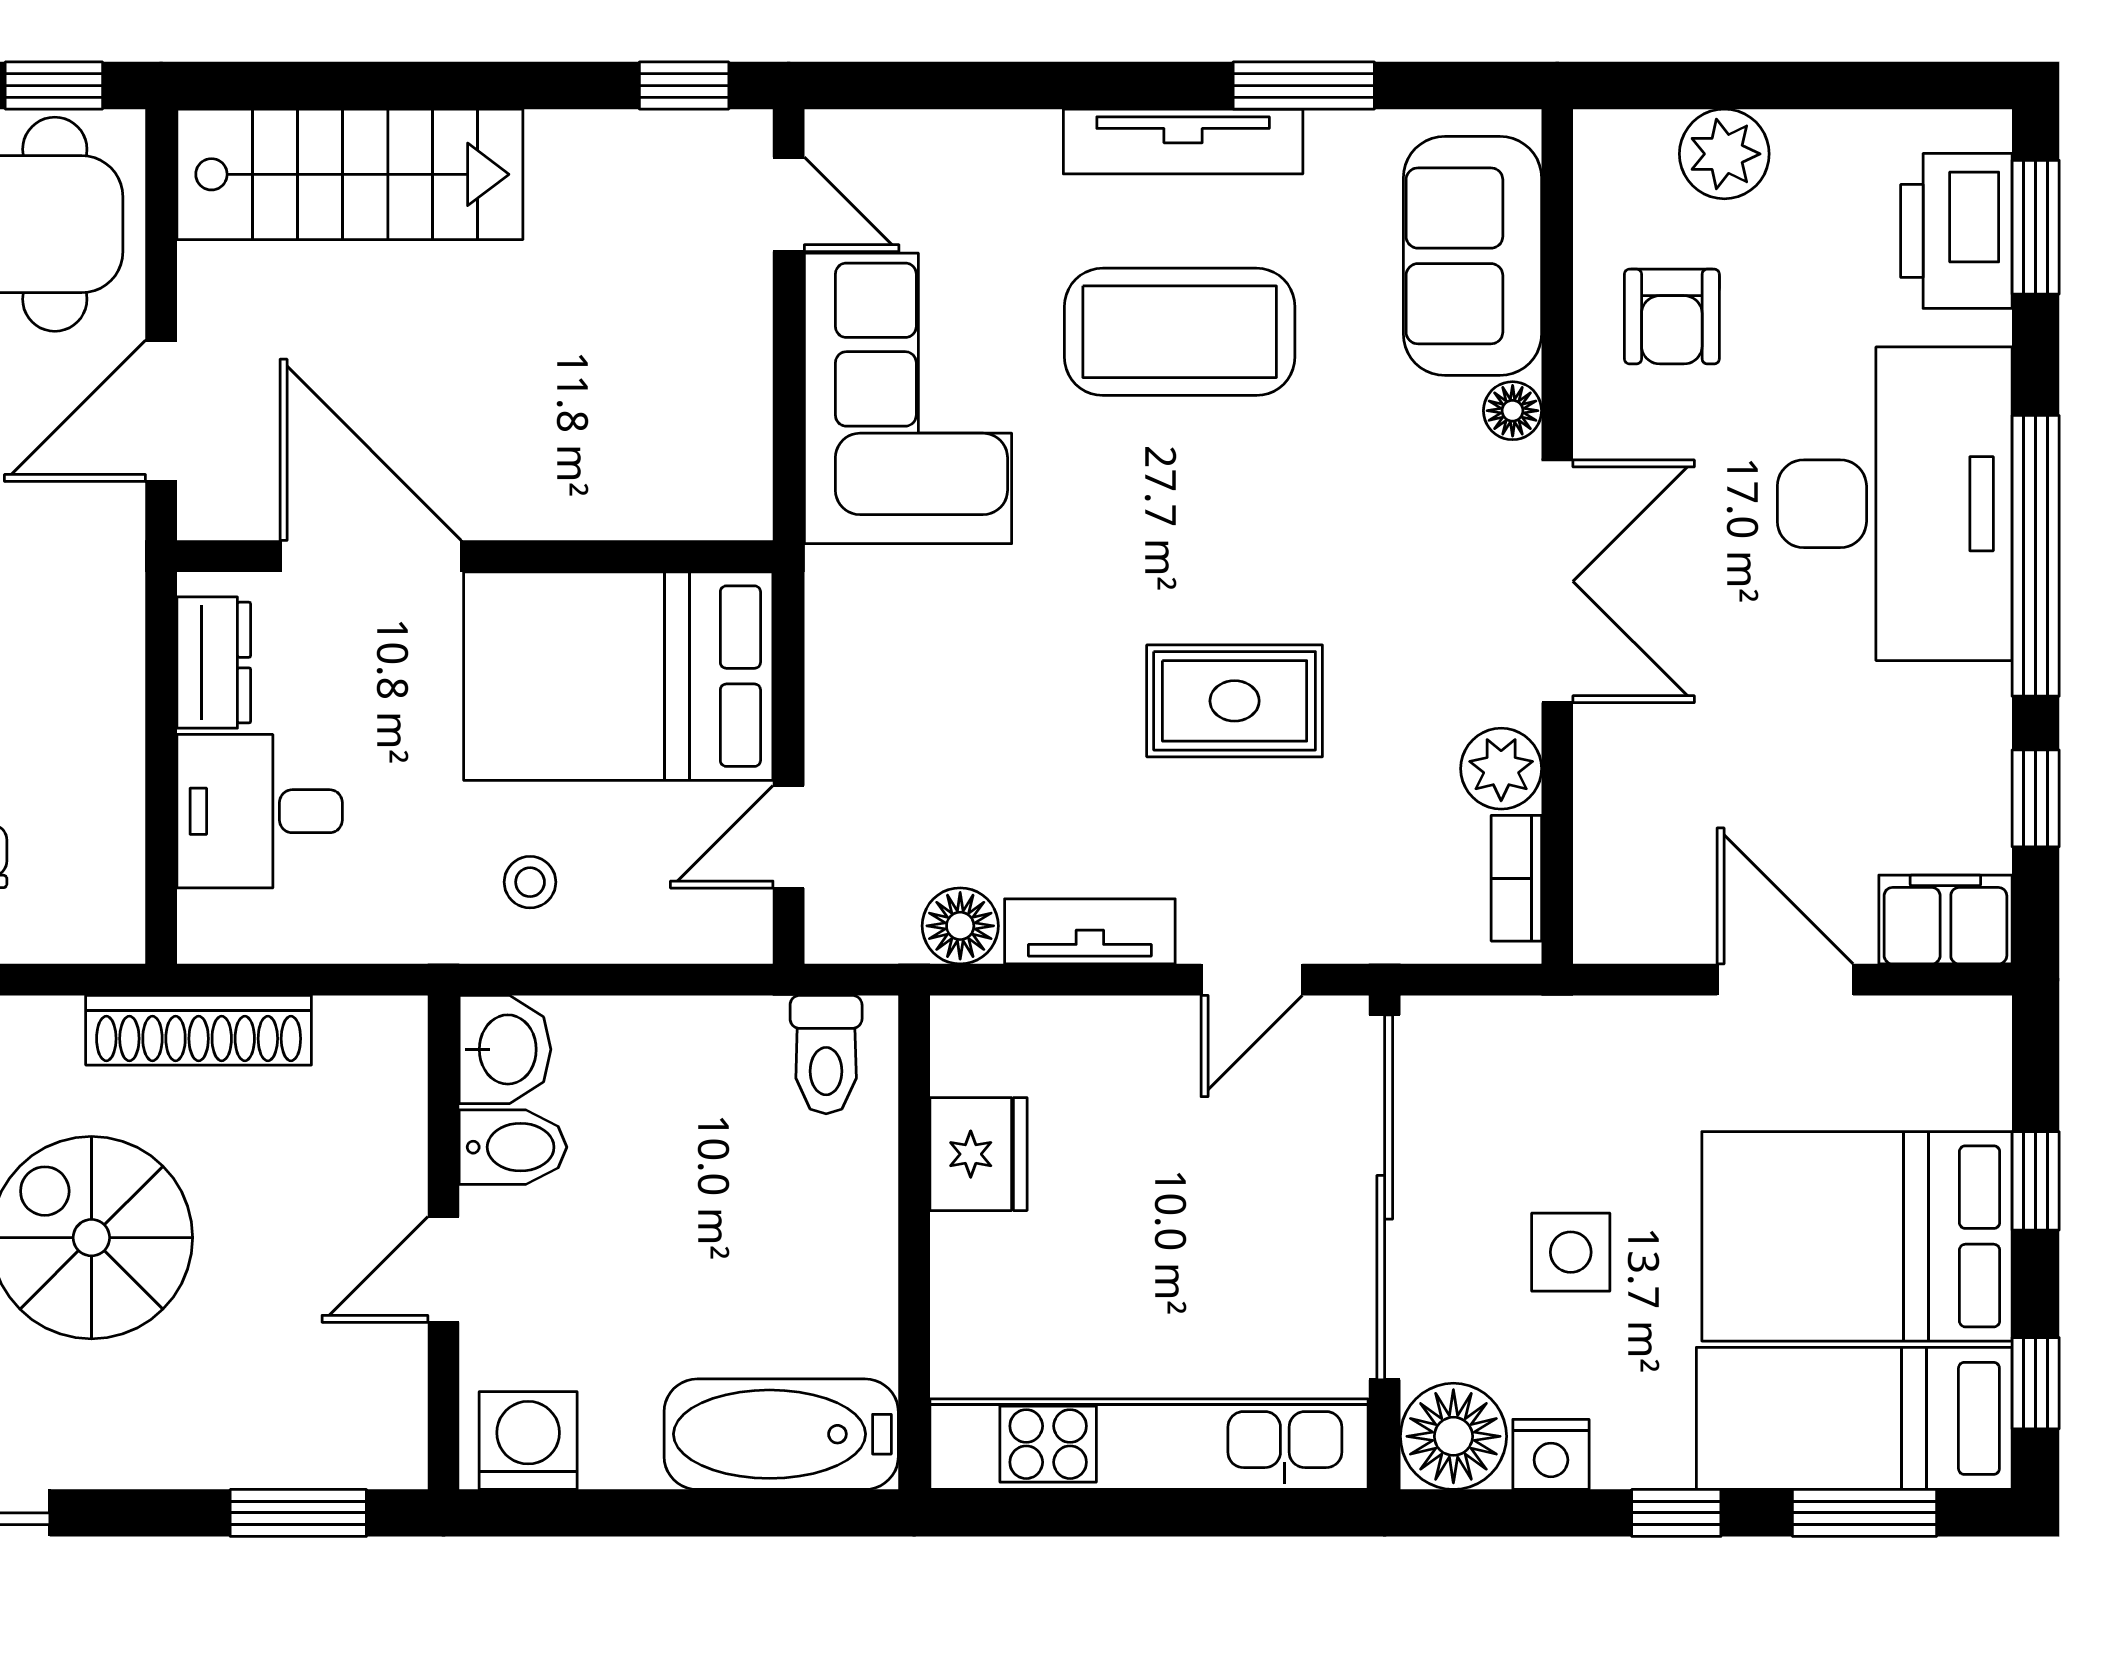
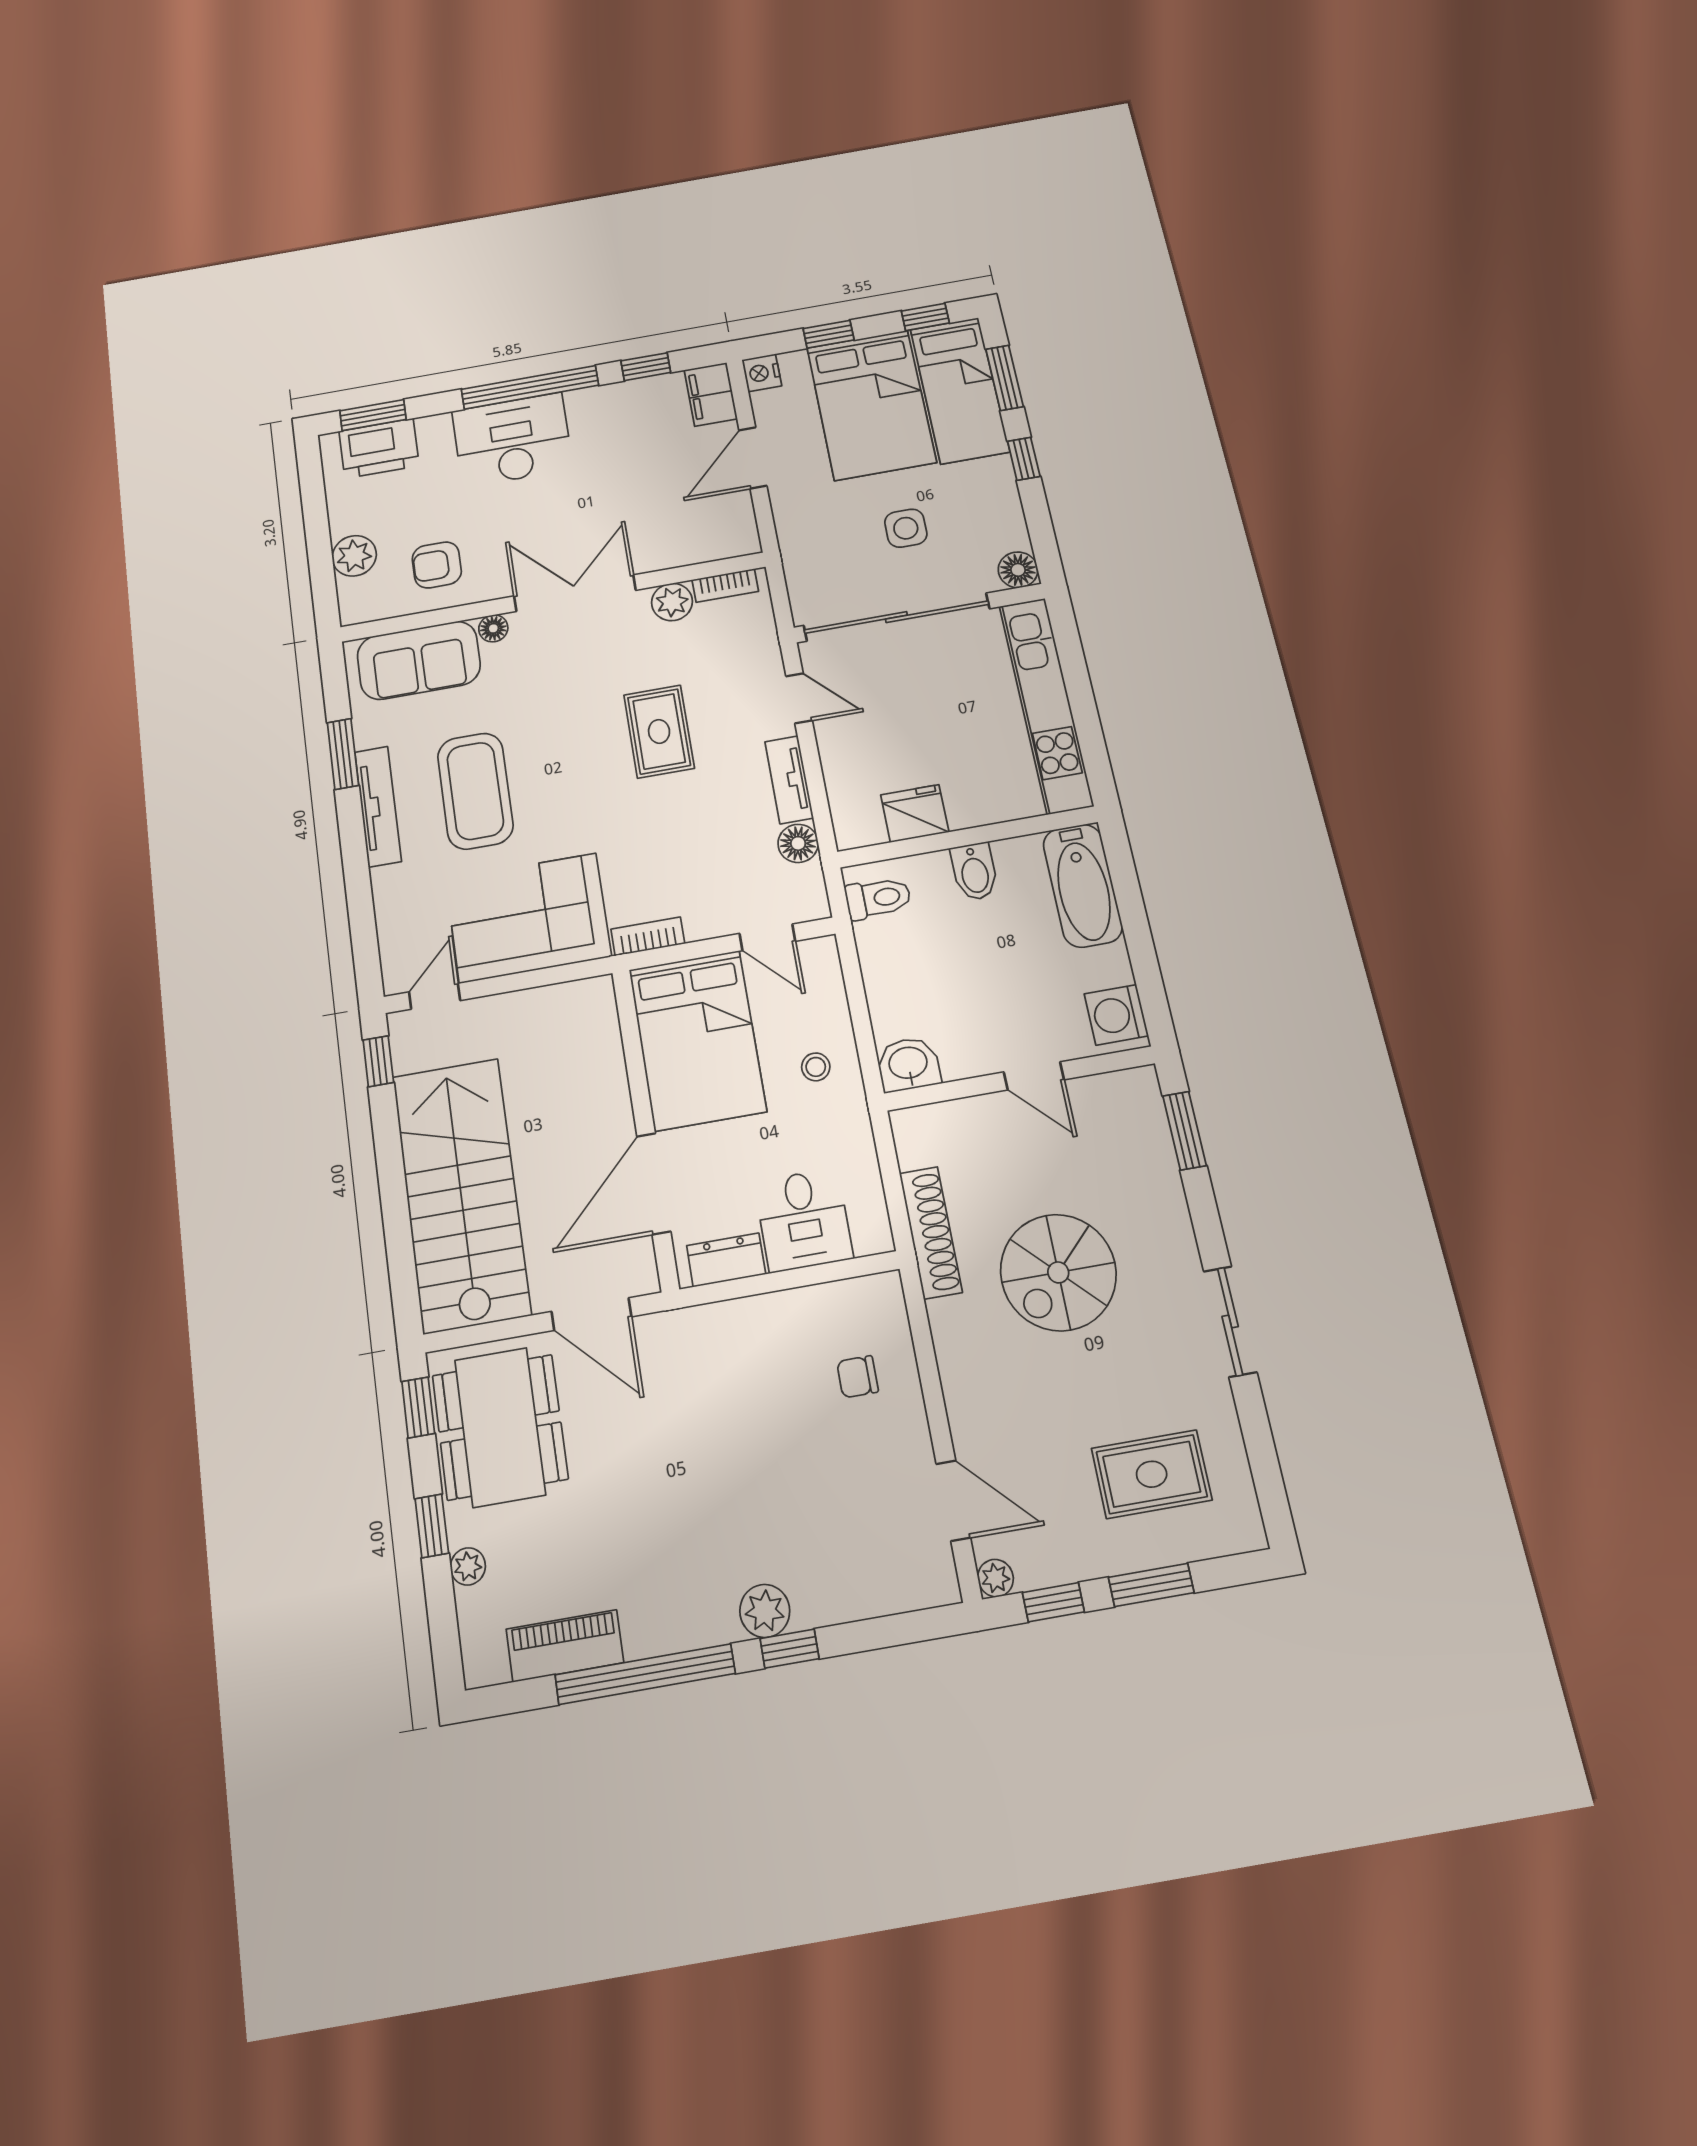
stairs: (350, 174) -> (461, 1194), width x1.36, depth x1.51
armchair: (1672, 317) -> (437, 565), turned 180
desk: (1895, 504) -> (512, 440), width x0.73, depth x0.77
bookcase: (831, 616) -> (648, 936), added
bidet: (513, 1147) -> (974, 872), moved, turned 180
floor lamp: (1453, 1436) -> (1018, 570), width x0.73, depth x0.73
nightstand: (1551, 1454) -> (762, 373), moved, turned 180

